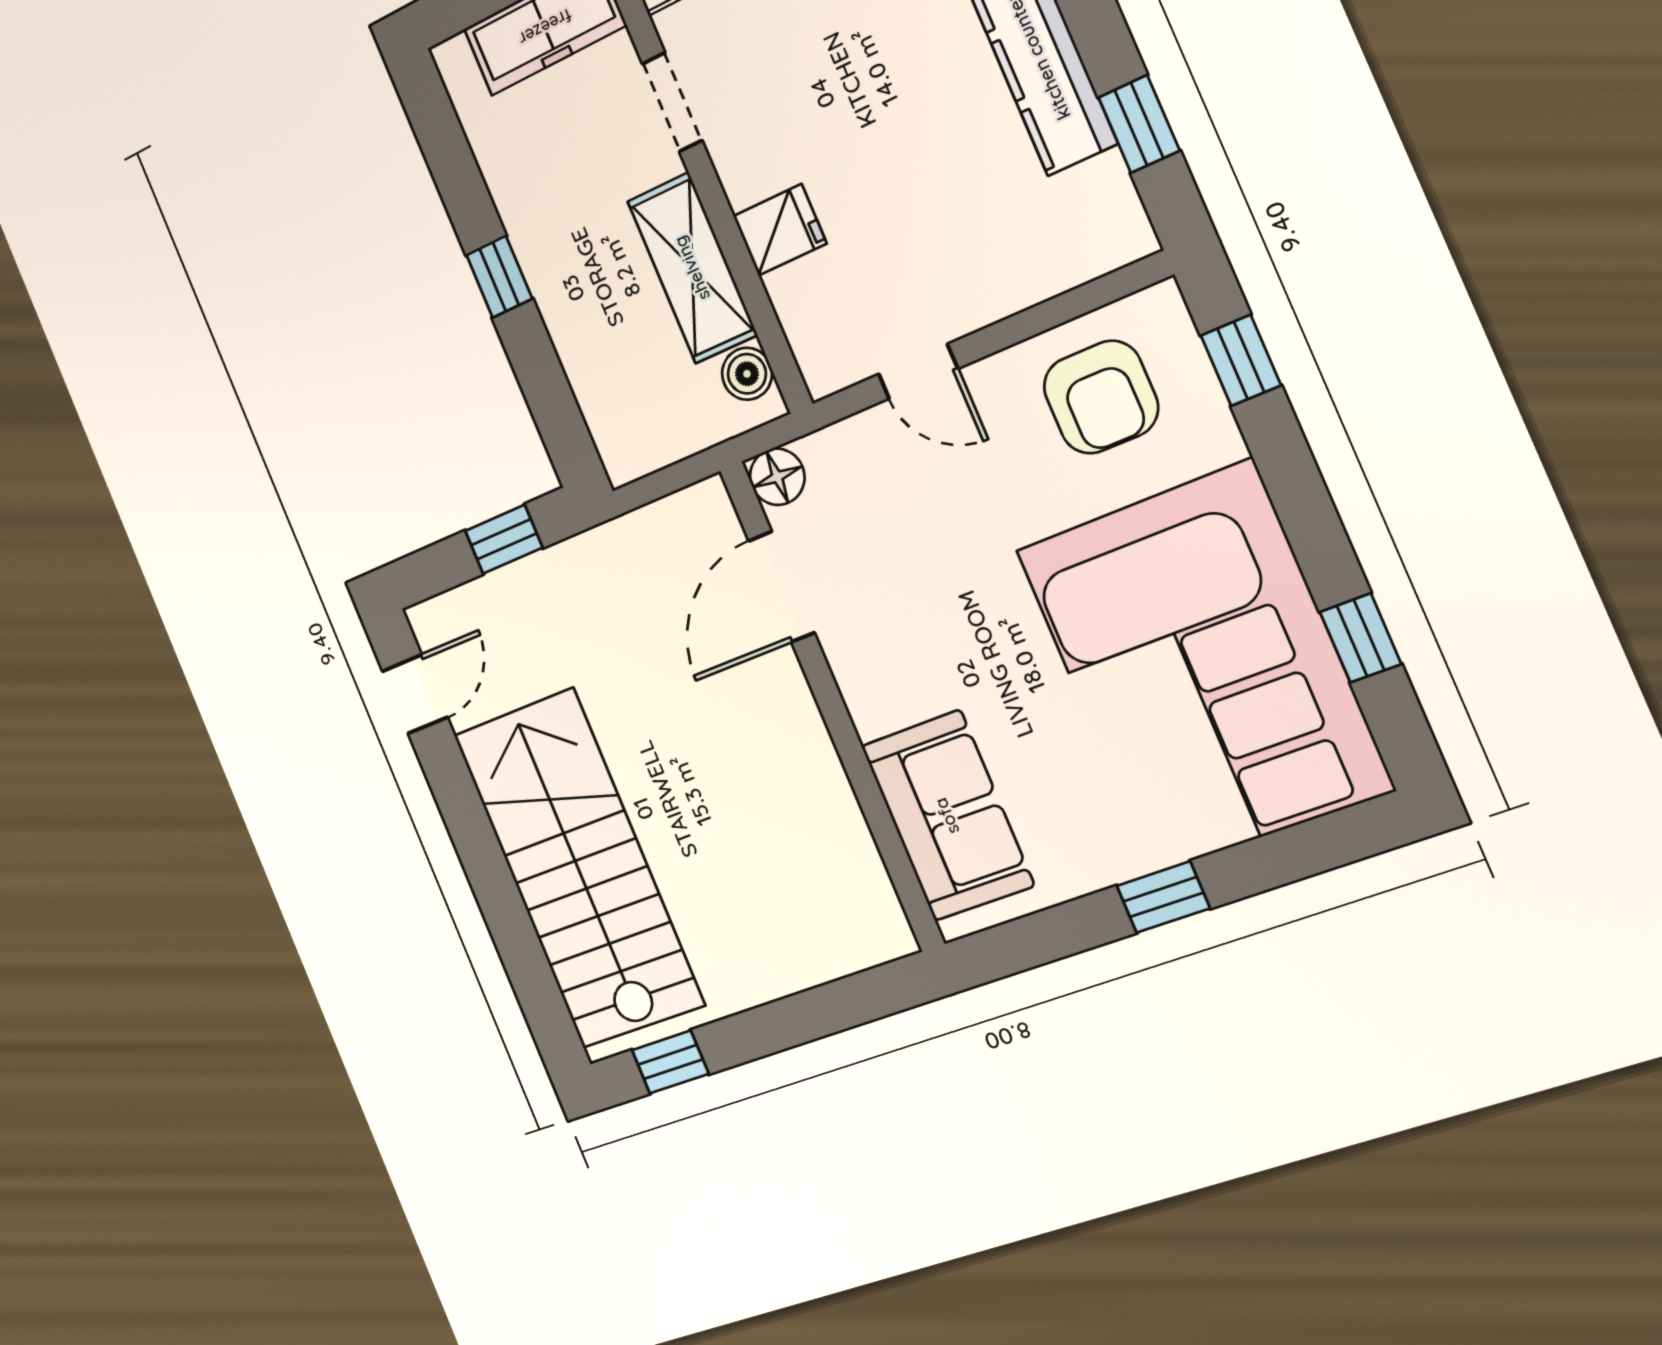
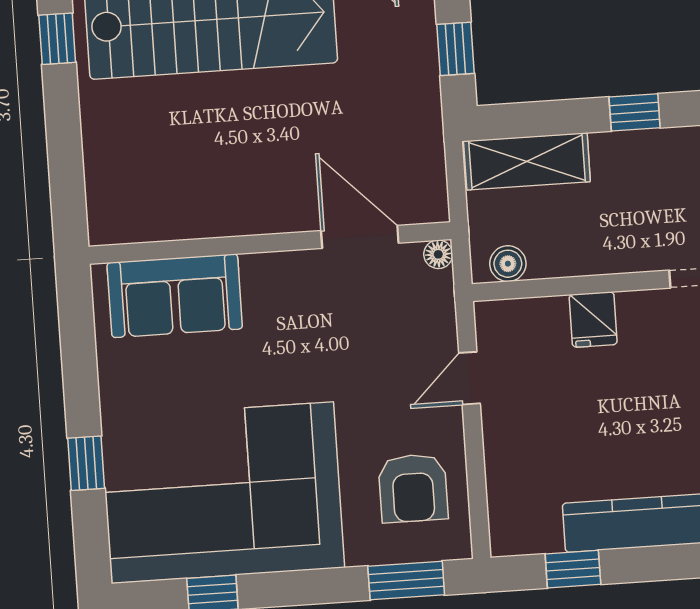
shelving: (692, 268) -> (527, 161), moved
window: (1241, 360) -> (406, 581), width x1.50
armchair: (1101, 397) -> (413, 488), turned -90
floor lamp: (777, 477) -> (438, 254), width x0.73, depth x0.73
window: (1163, 897) -> (86, 463), moved

